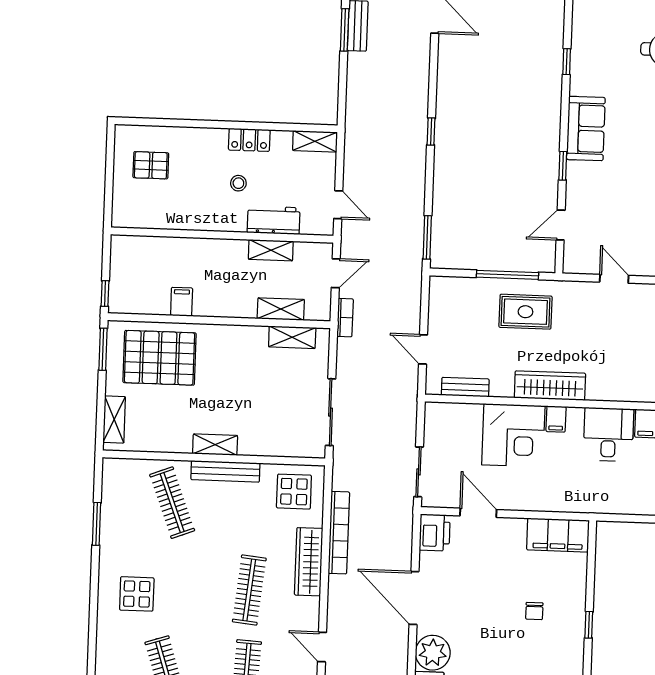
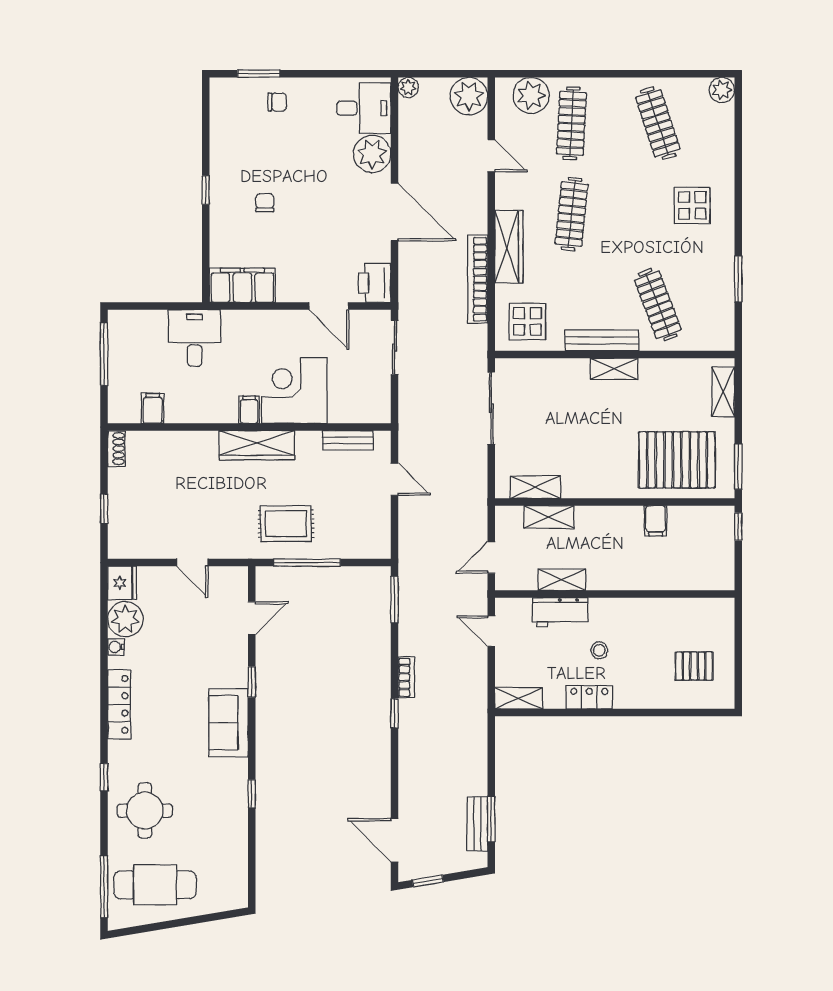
bookcase: (345, 318) -> (406, 677), moved, turned 180
desk: (608, 435) -> (195, 338), moved, turned 180

